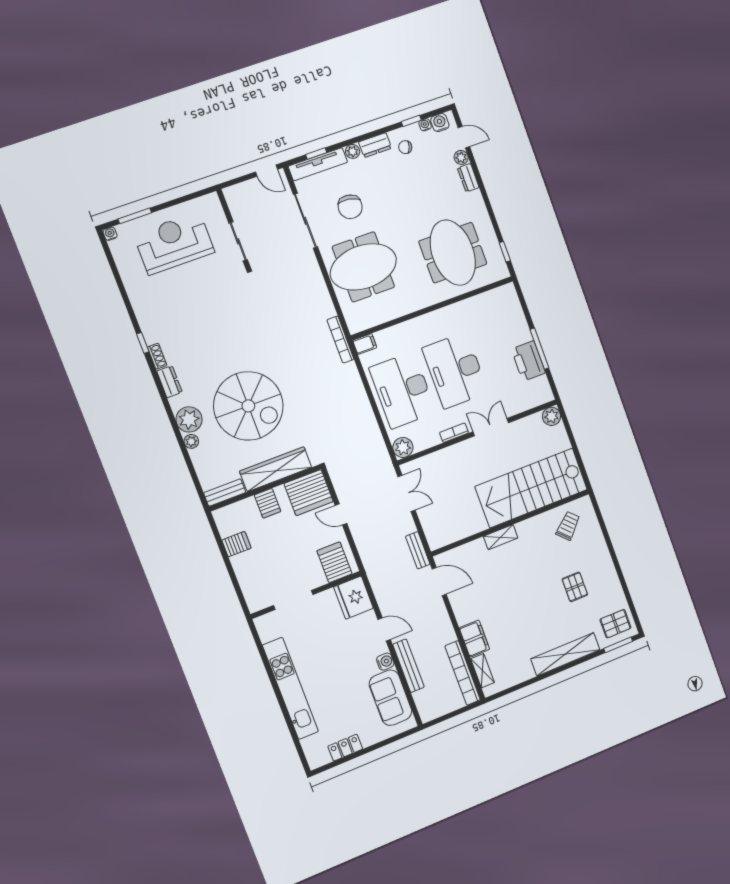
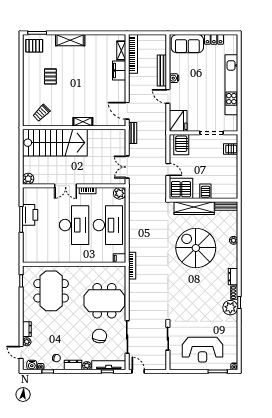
plant: (189, 419) -> (230, 308), moved
server rack: (236, 544) -> (231, 149), moved
shelving: (565, 654) -> (70, 40), width x0.68
sofa: (390, 698) -> (187, 44), moved, turned 90

